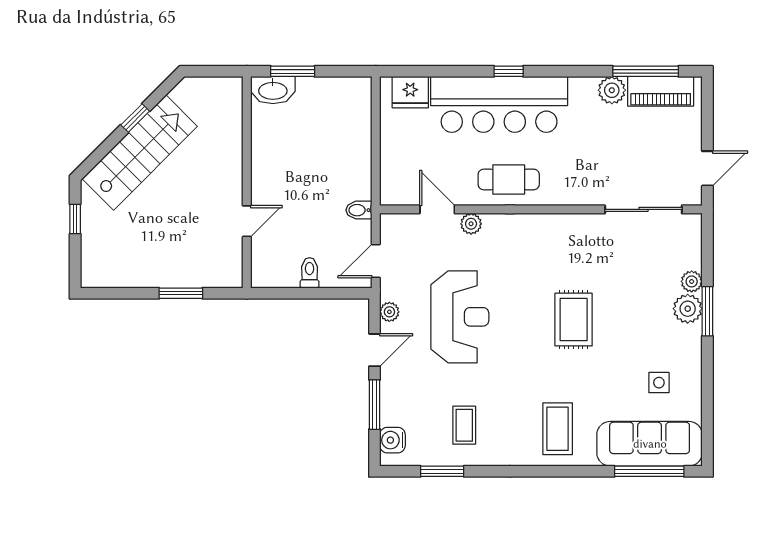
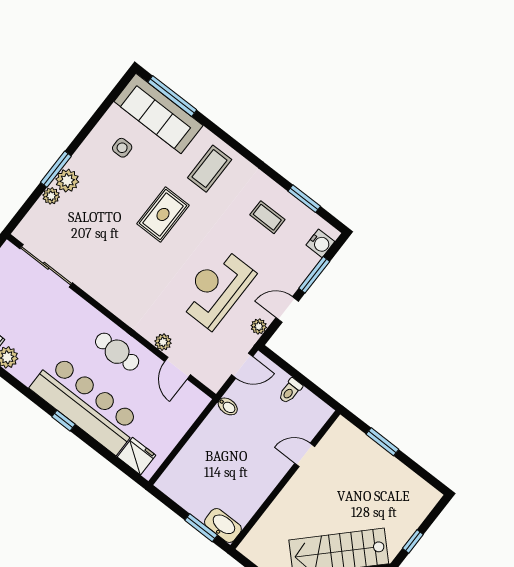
rug: (574, 320) -> (163, 214), moved
coffee table: (464, 425) -> (267, 217), turned 90

